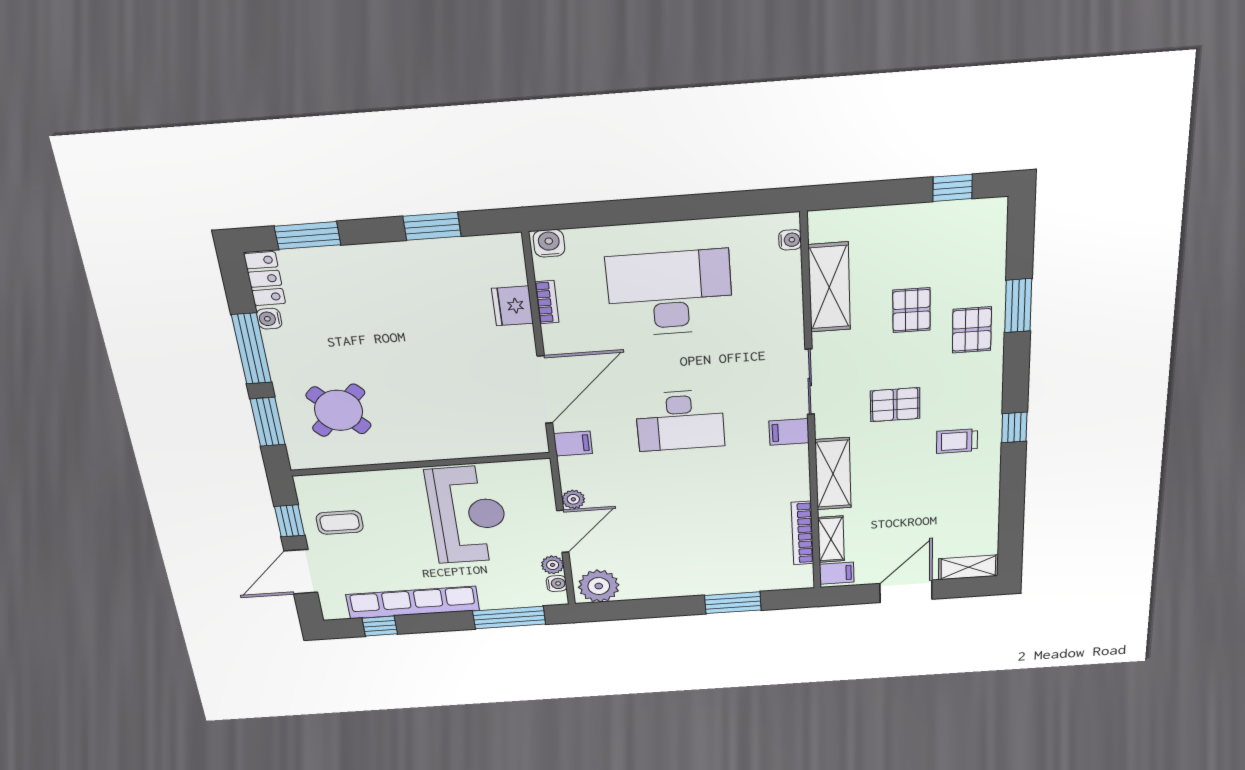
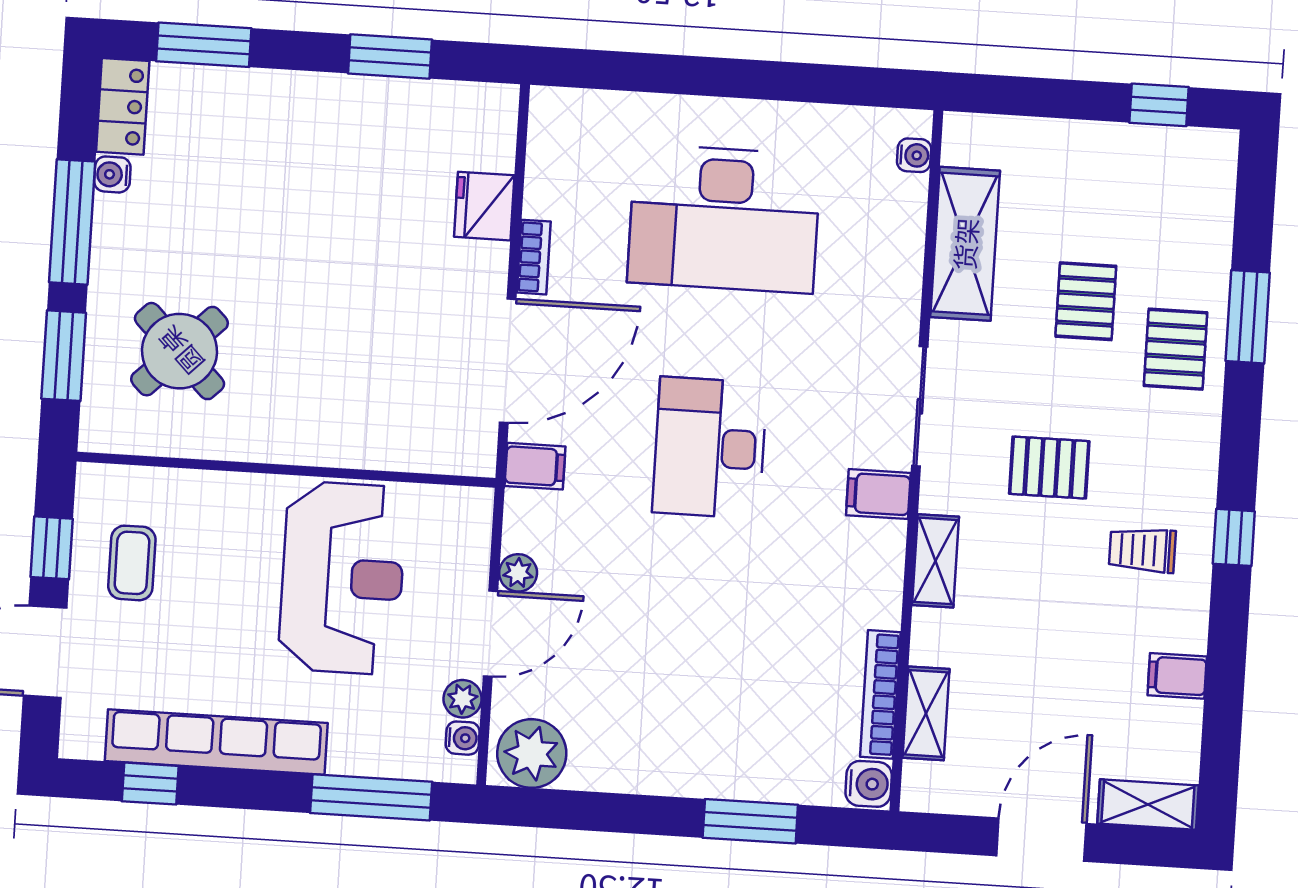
water cooler: (549, 243) -> (869, 784), moved, turned 90
desk: (670, 293) -> (724, 219), turned 180
bookcase: (547, 302) -> (534, 257), moved
desk: (680, 420) -> (710, 448), turned 90
shelving: (833, 474) -> (936, 561), width x0.67, depth x0.75
coffee table: (340, 523) -> (132, 563), turned 90
filing cabinet: (837, 573) -> (1177, 676), moved, turned 180

